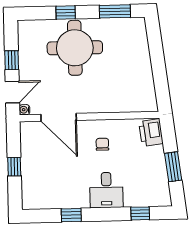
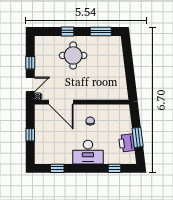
round table: (75, 48) -> (73, 55), width x0.73, depth x0.73
printer: (151, 133) -> (127, 143), moved
desk: (106, 190) -> (88, 152), width x1.37
window: (71, 215) -> (57, 168), moved

